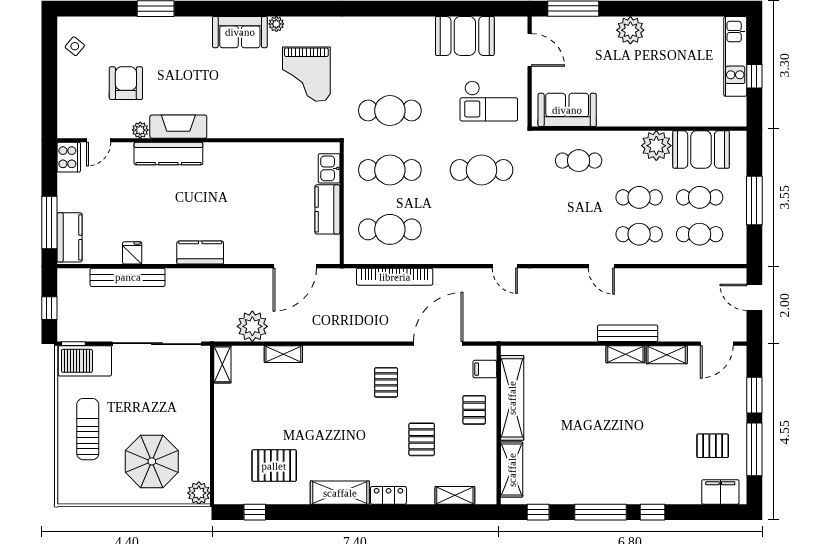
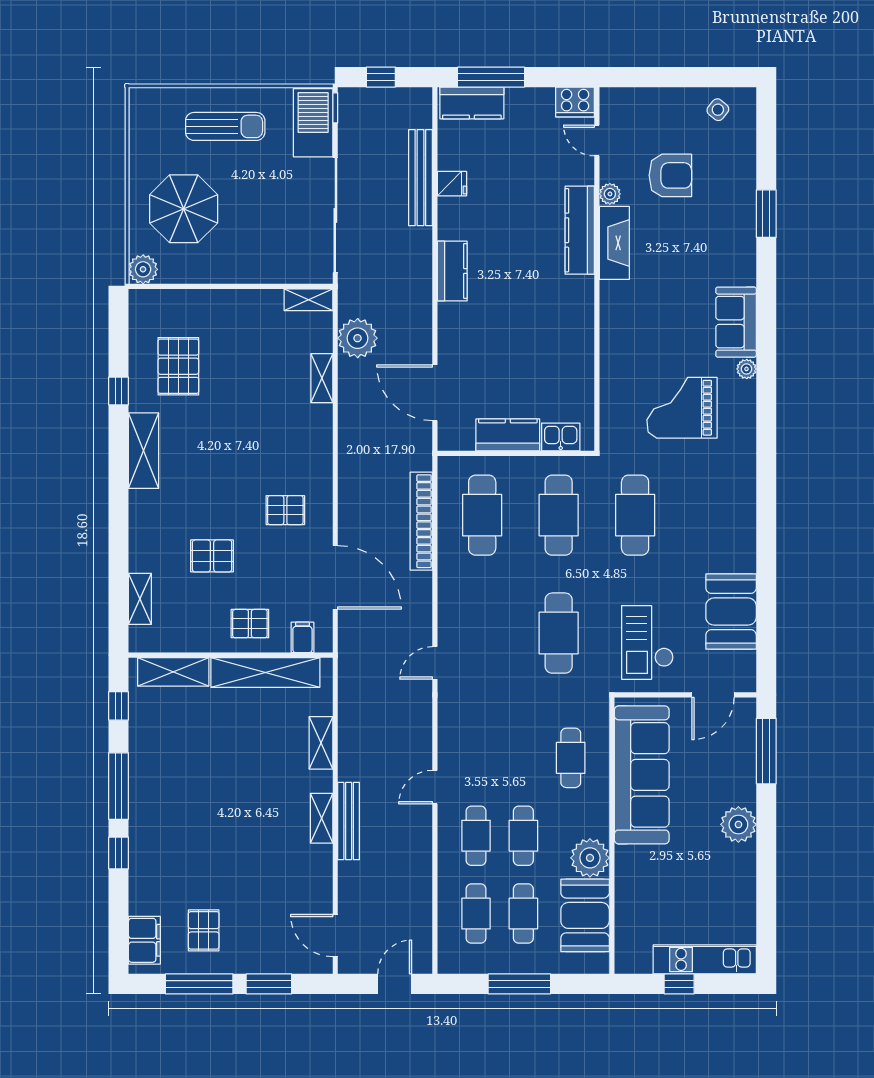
sofa: (567, 110) -> (642, 775), width x1.85, depth x1.27
shelving: (667, 355) -> (321, 743), moved
locker: (388, 495) -> (140, 513), removed
window: (255, 512) -> (118, 391), moved

